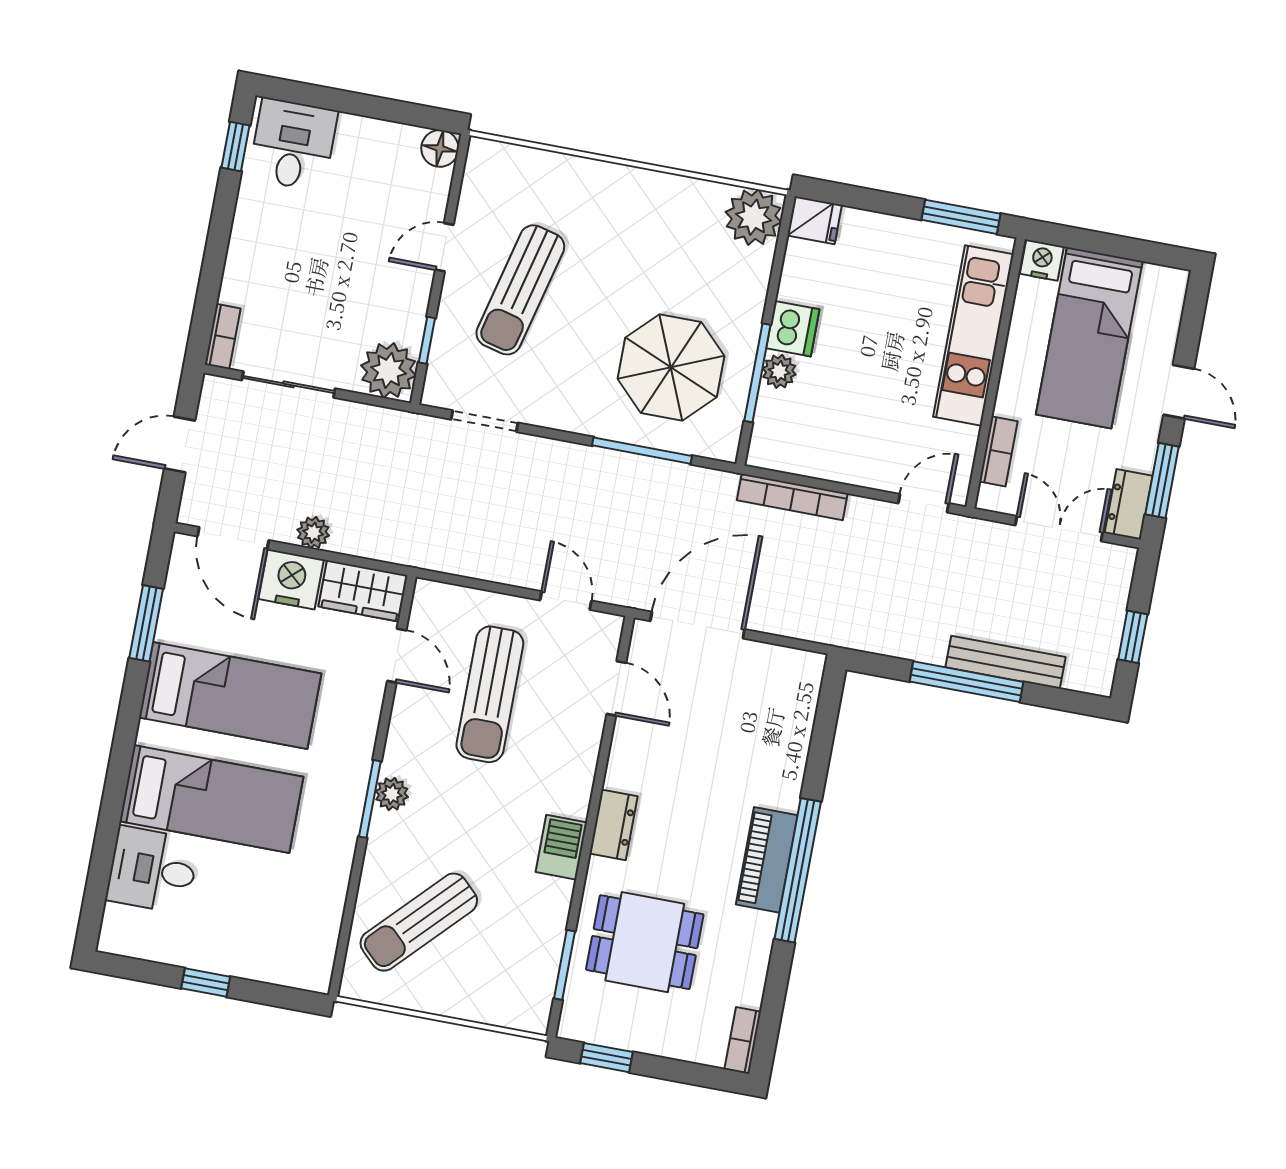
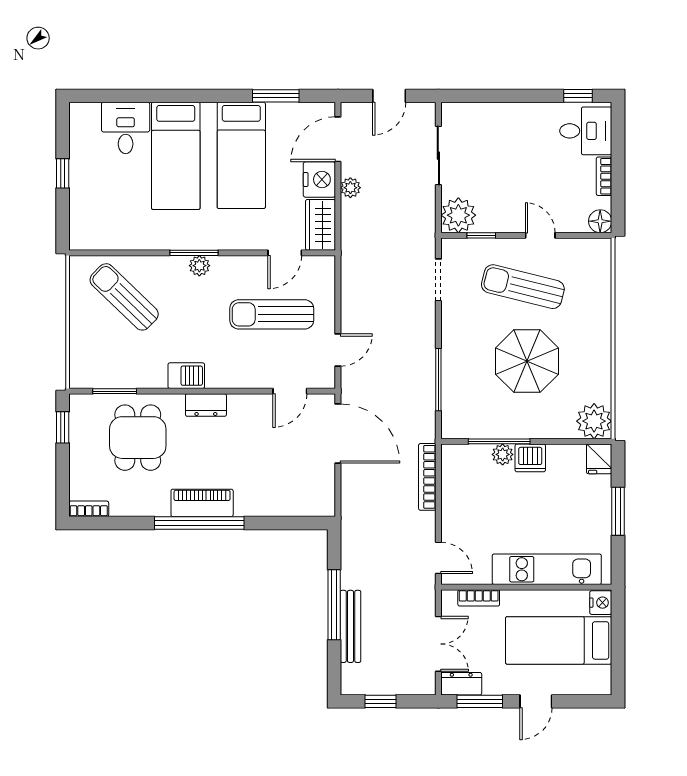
window: (961, 217) -> (618, 511), moved
bookcase: (223, 336) -> (604, 176), moved, turned 90
parasol: (671, 367) -> (527, 361), moved
door: (180, 444) -> (389, 96), swing flipped

